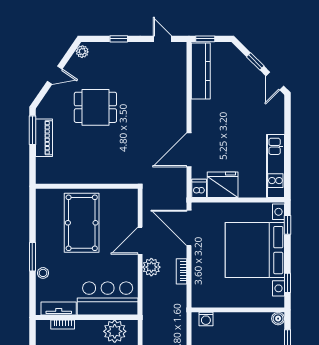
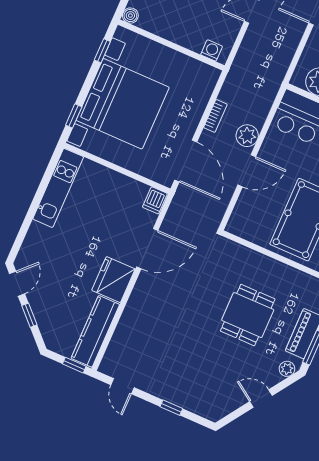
plant: (82, 52) -> (287, 369), moved
dining table: (95, 107) -> (248, 315), moved, turned 90
fridge: (223, 185) -> (113, 280), moved, turned 90

